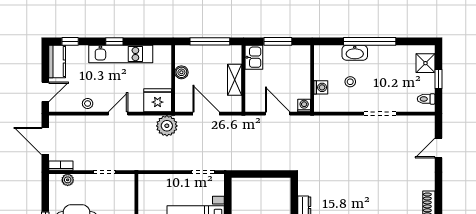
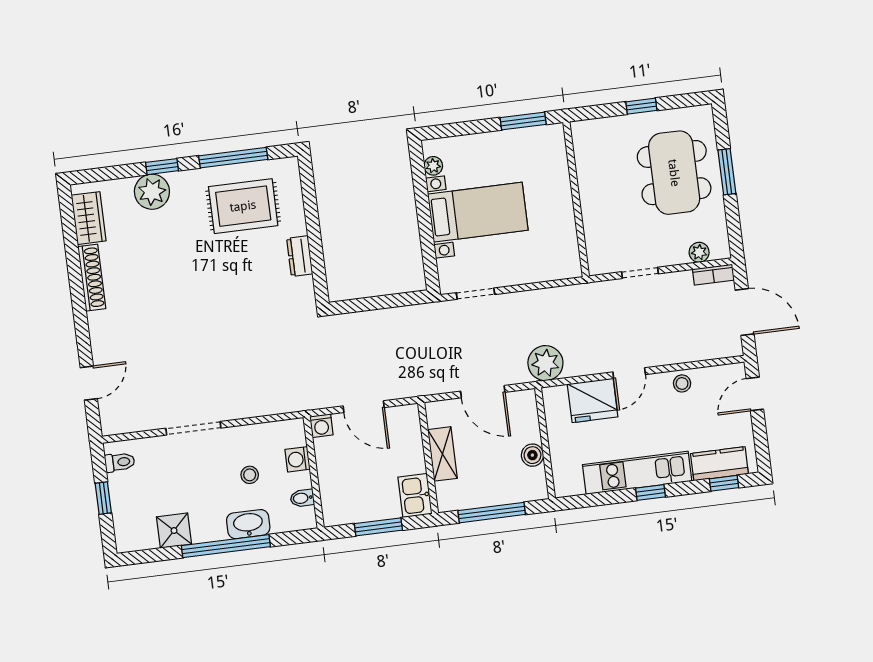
kitchen counter: (57, 61) -> (719, 464), moved, turned 90
shower: (425, 63) -> (174, 531), moved
bidet: (321, 64) -> (302, 498), added
fridge: (158, 100) -> (593, 400), moved

